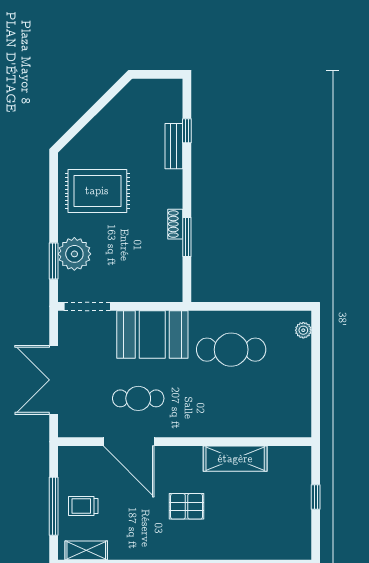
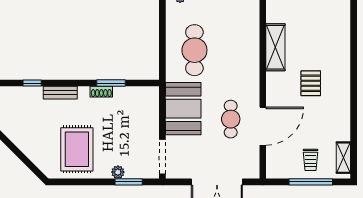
bench: (174, 146) -> (60, 93), moved
plant: (74, 254) -> (118, 172), width x0.53, depth x0.53

